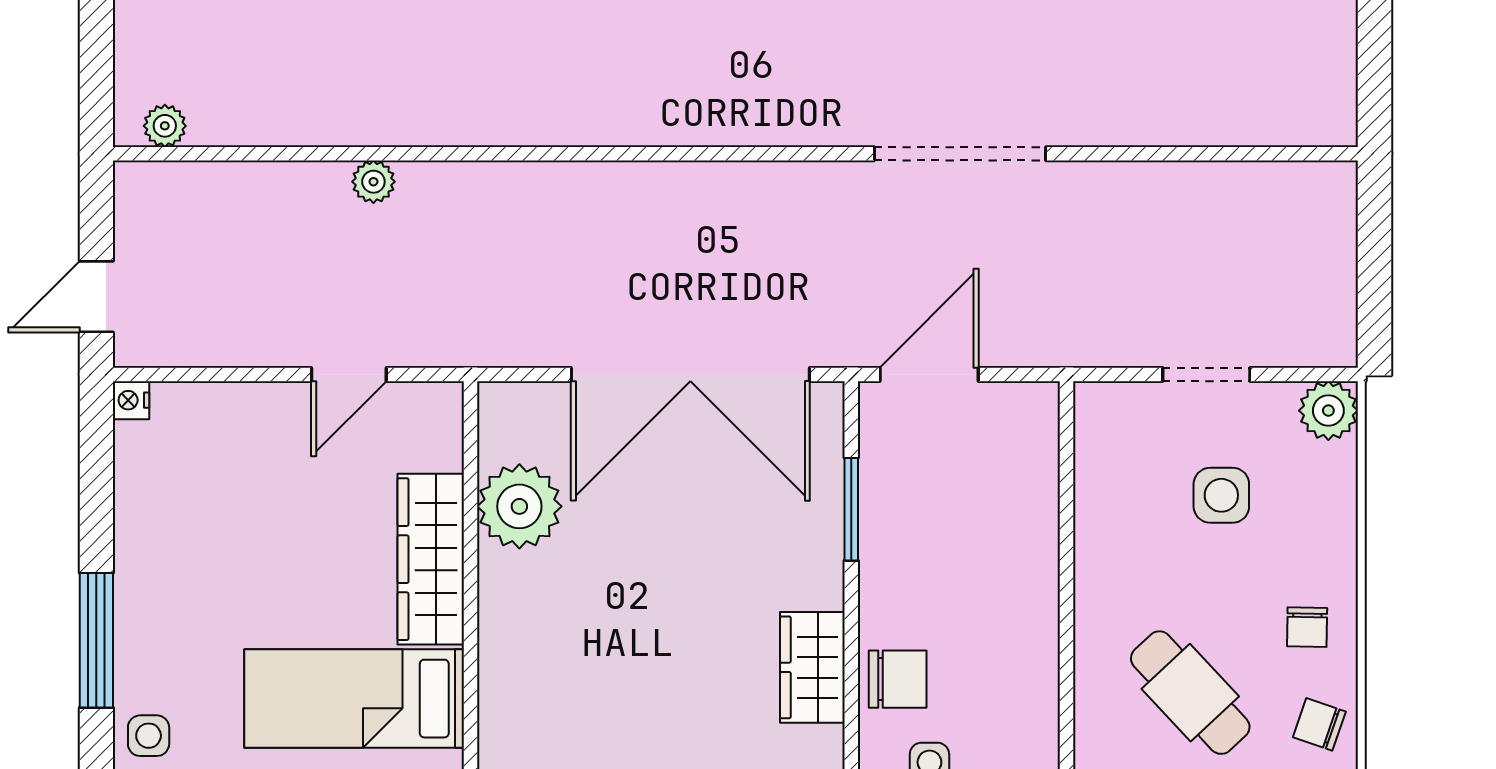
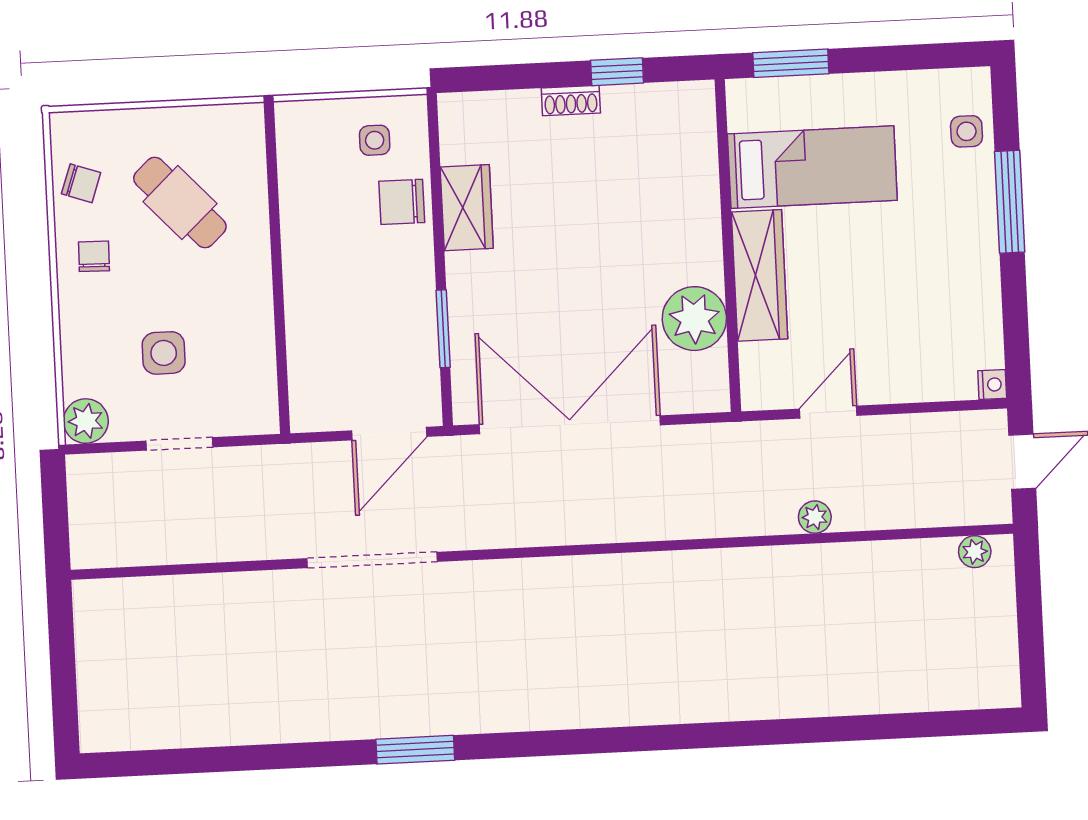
plant: (165, 126) -> (975, 552), moved
wall: (735, 154) -> (542, 552), moved
doorway: (960, 154) -> (372, 560), moved
plant: (373, 182) -> (815, 517), moved

